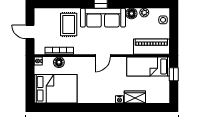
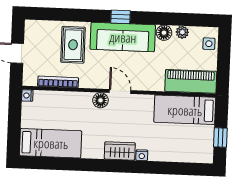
door: (103, 56) -> (120, 92), swing flipped
floor lamp: (59, 62) -> (100, 100), moved
window: (174, 74) -> (220, 137), moved
bed: (56, 89) -> (51, 143), width x0.67
wardrobe: (135, 97) -> (120, 151), moved

